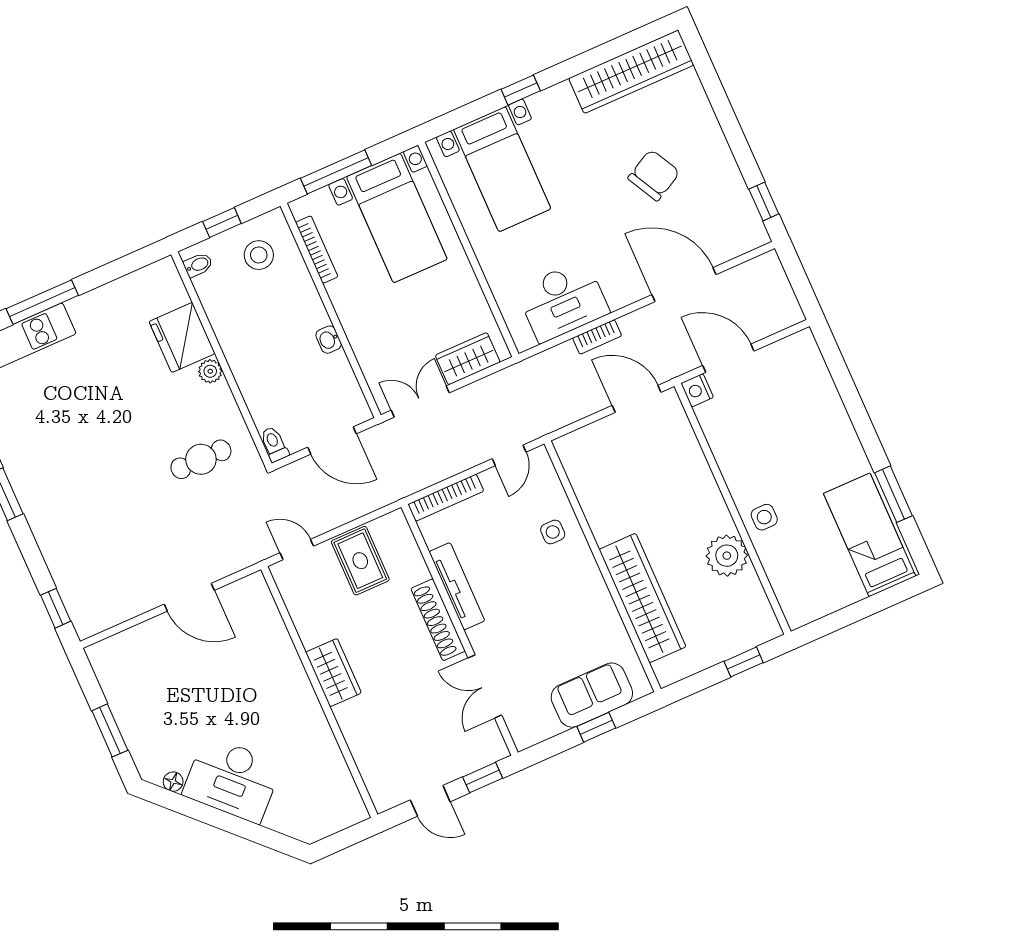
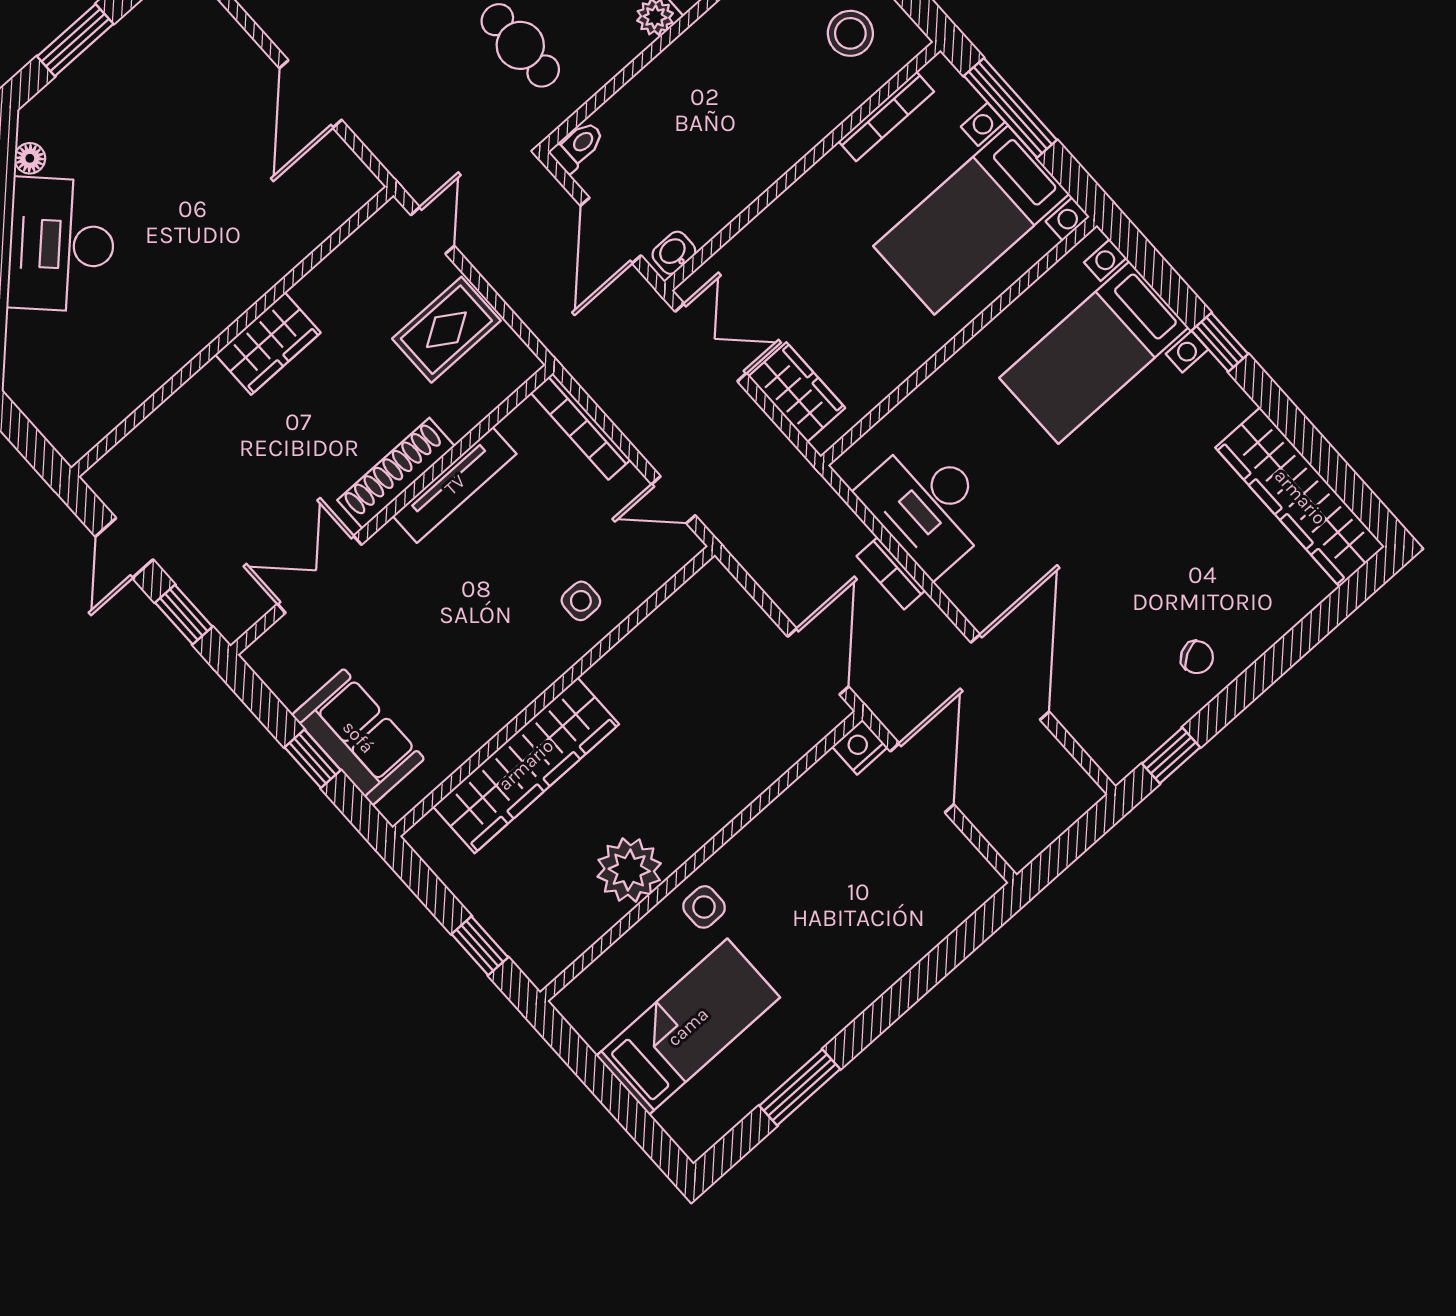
chair: (654, 175) -> (1197, 657), moved, width x0.54, depth x0.54
washbasin: (329, 340) -> (674, 253), moved
bed: (870, 535) -> (688, 1027), moved

